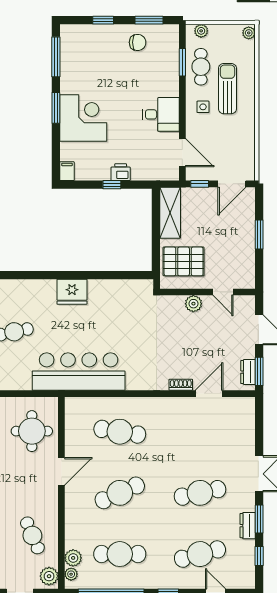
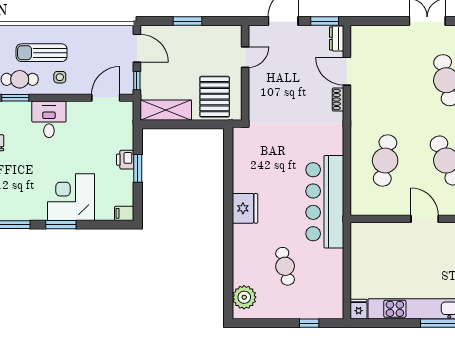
desk: (161, 114) -> (49, 119), moved
window: (112, 185) -> (138, 168), width x1.50
plant: (193, 304) -> (257, 87), removed
dresser: (248, 372) -> (337, 38), moved, turned 90
round table: (32, 431) -> (384, 249), removed

